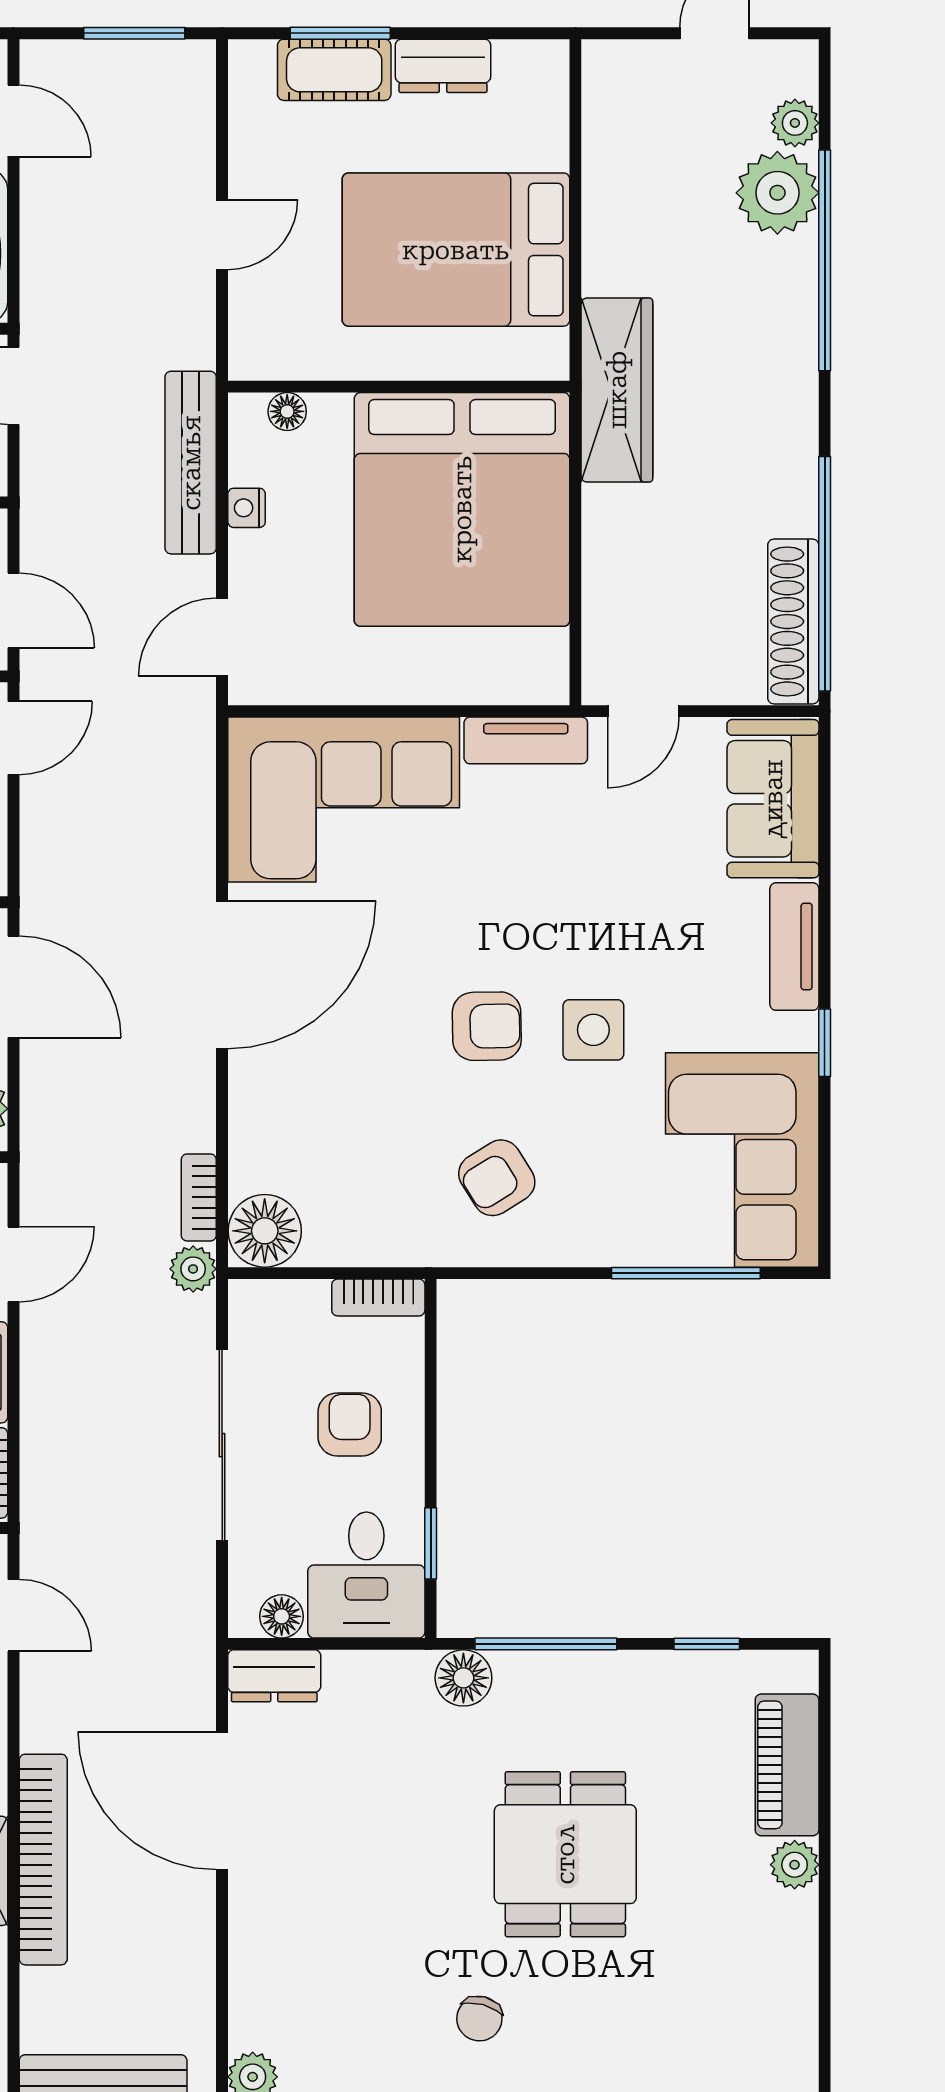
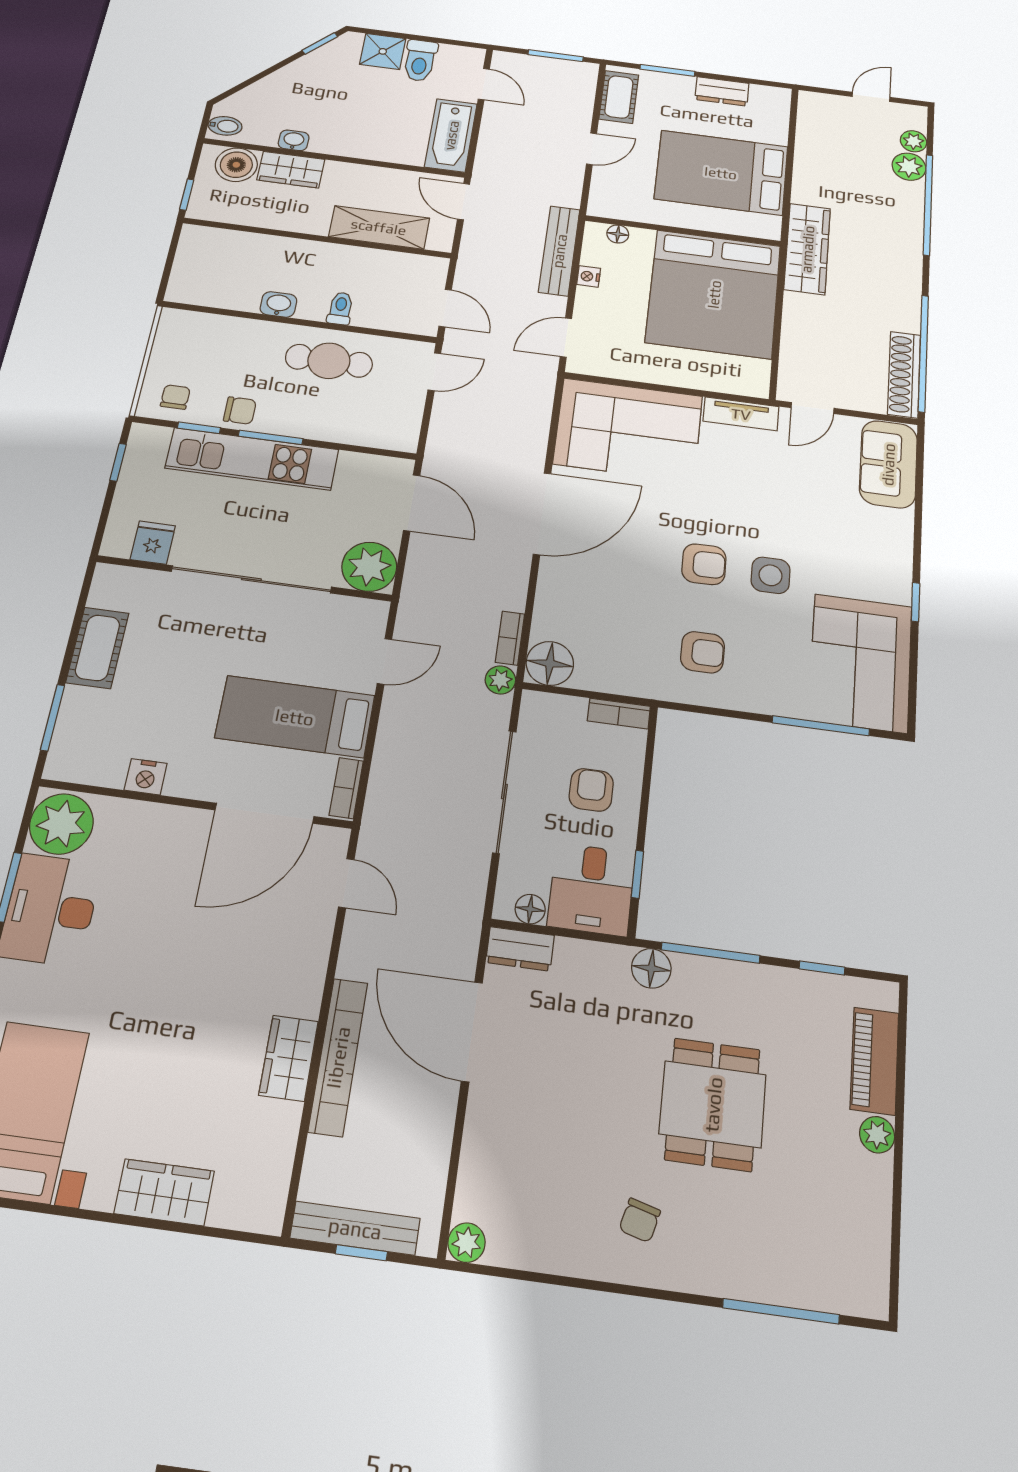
cot: (334, 70) -> (619, 97), moved, turned 90
plant: (777, 193) -> (909, 167), width x0.73, depth x0.73
tv unit: (794, 947) -> (898, 546), removed
armchair: (497, 1178) -> (703, 652), turned -148

